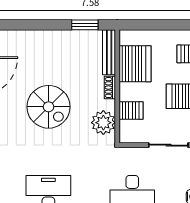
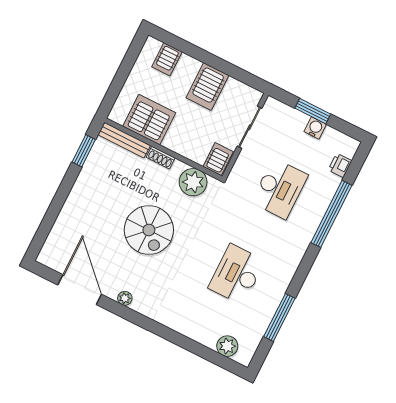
spiral stairs: (49, 107) -> (149, 230), turned 90
server rack: (131, 111) -> (218, 159), moved

